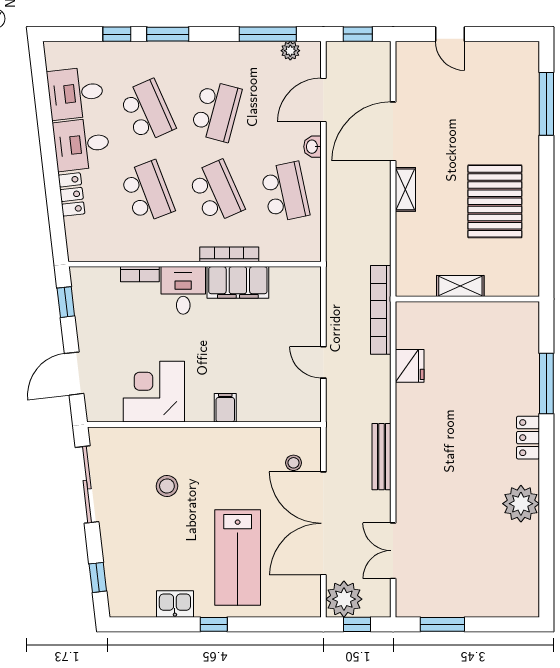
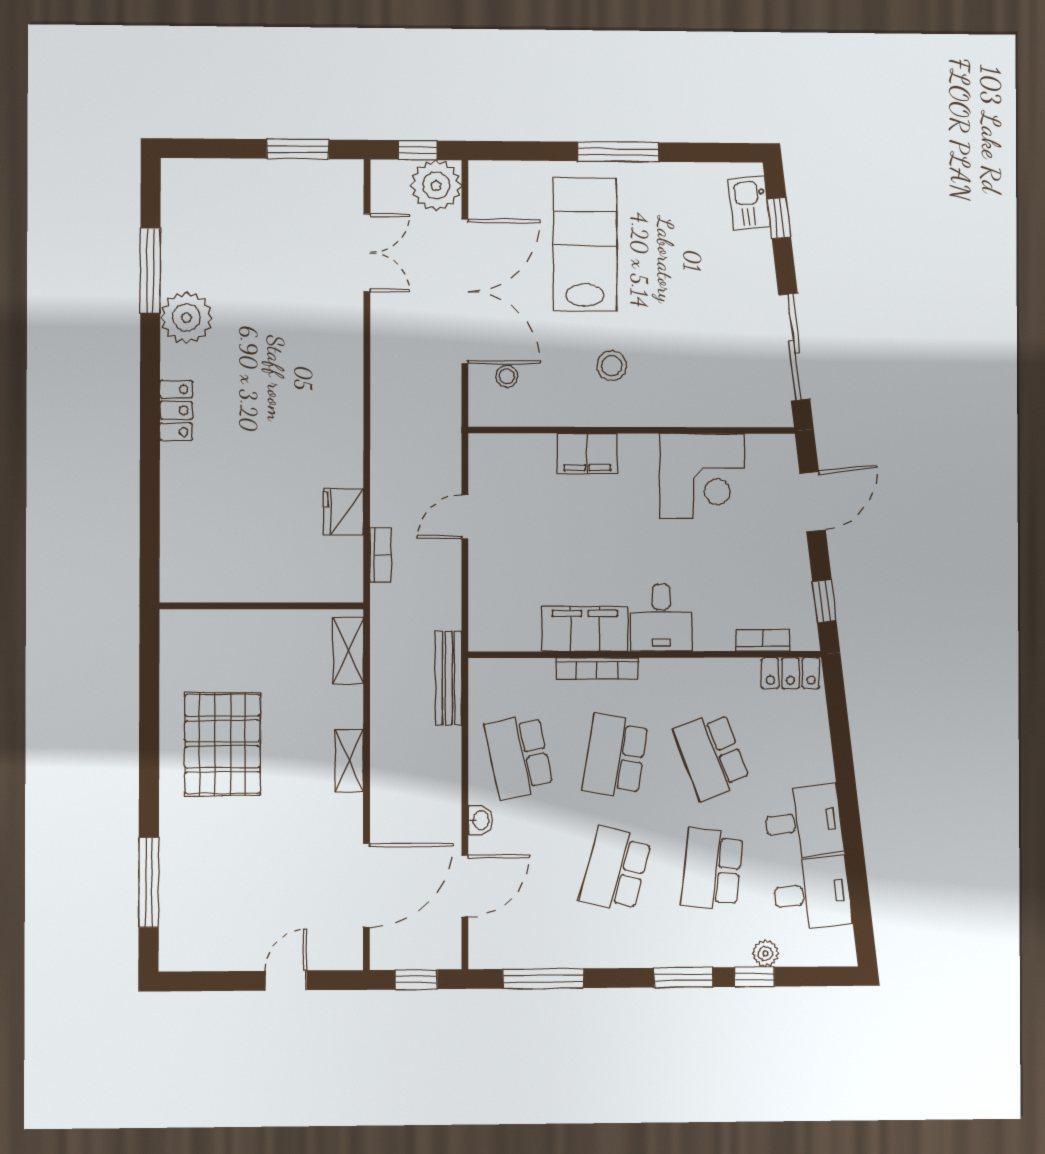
door: (450, 34) -> (286, 981), hinge flipped
plant: (290, 51) -> (765, 954), moved
school desk: (147, 111) -> (712, 869), turned 30
door: (393, 131) -> (366, 885), moved
school desk: (216, 192) -> (615, 756), turned 33
locker: (72, 194) -> (791, 673), moved, turned -83
bookcase: (140, 274) -> (763, 640), moved
shelving: (460, 286) -> (348, 650), moved, turned 90
bookcase: (381, 310) -> (381, 555), width x0.43, depth x0.76
door: (323, 362) -> (465, 517), swing flipped
window: (546, 384) -> (150, 271), moved
filing cabinet: (225, 408) -> (587, 454), width x2.00
bench: (381, 457) -> (448, 678), moved
stool: (167, 486) -> (612, 366), moved
kitchen sink: (175, 604) -> (749, 203), moved, turned 83
window: (214, 624) -> (618, 152), width x2.17

